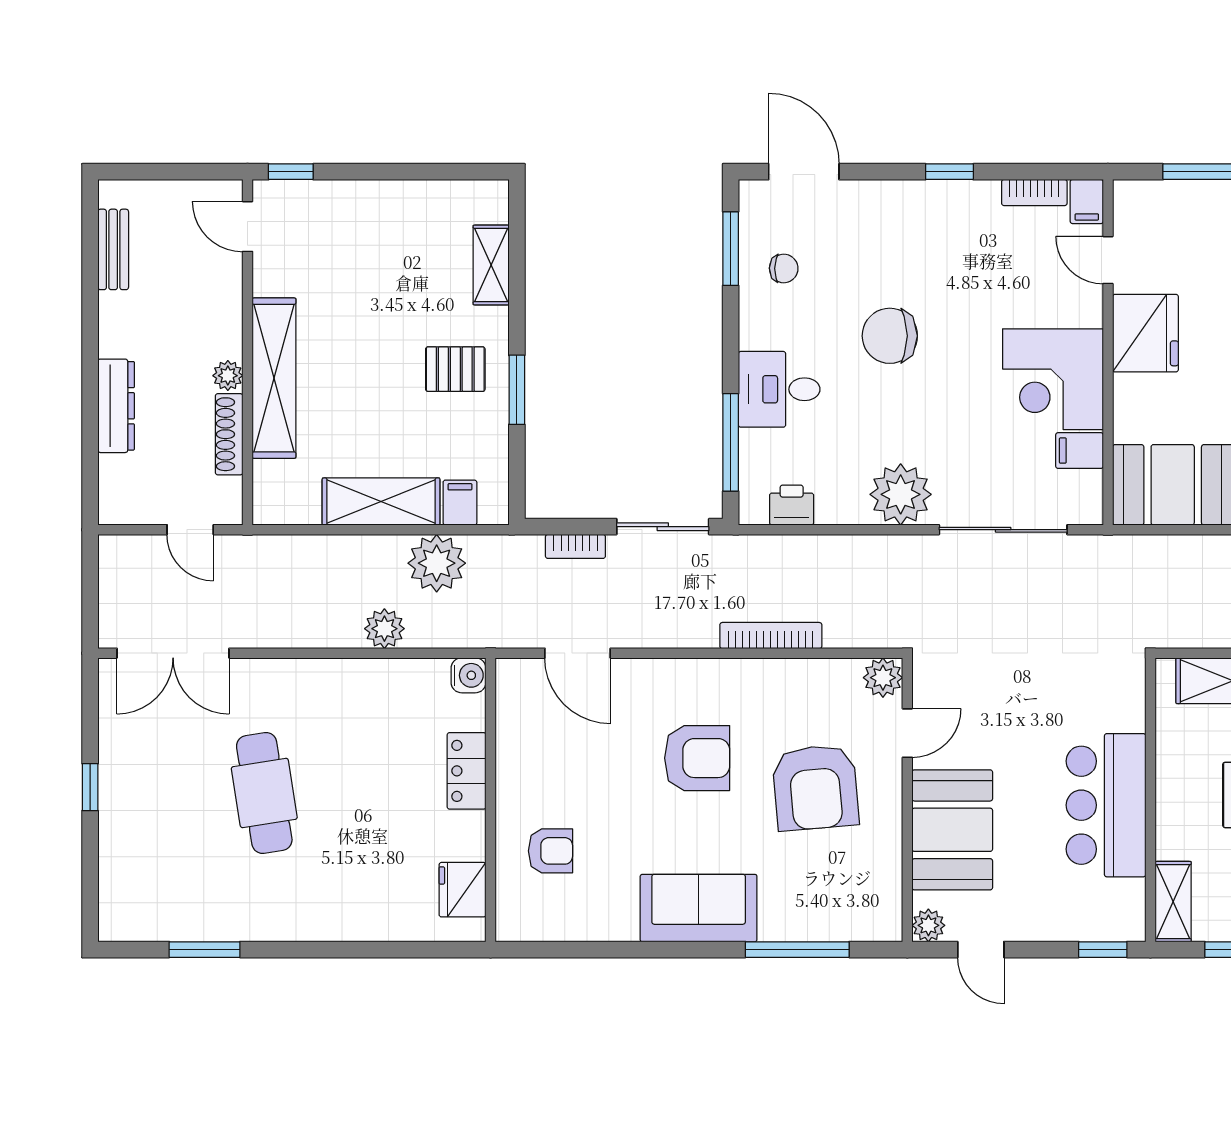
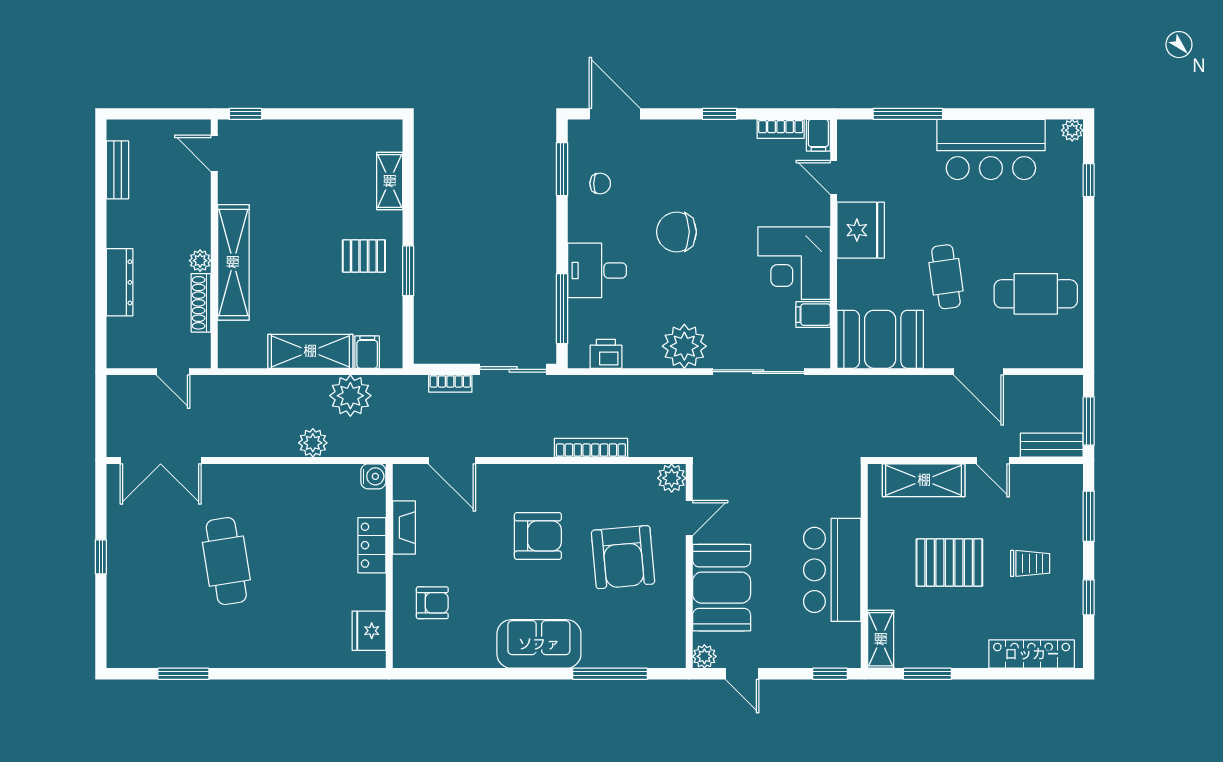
fireplace: (511, 746) -> (404, 528), added

